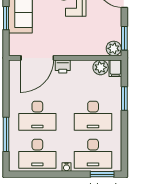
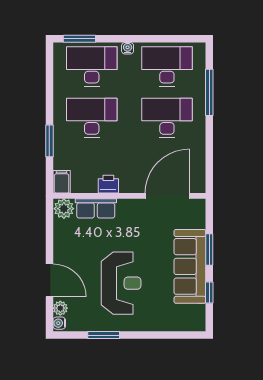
window: (124, 38) -> (49, 222), removed
row of seats: (90, 49) -> (96, 208), added
printer: (63, 67) -> (108, 184), moved
plant: (101, 67) -> (82, 183), removed

